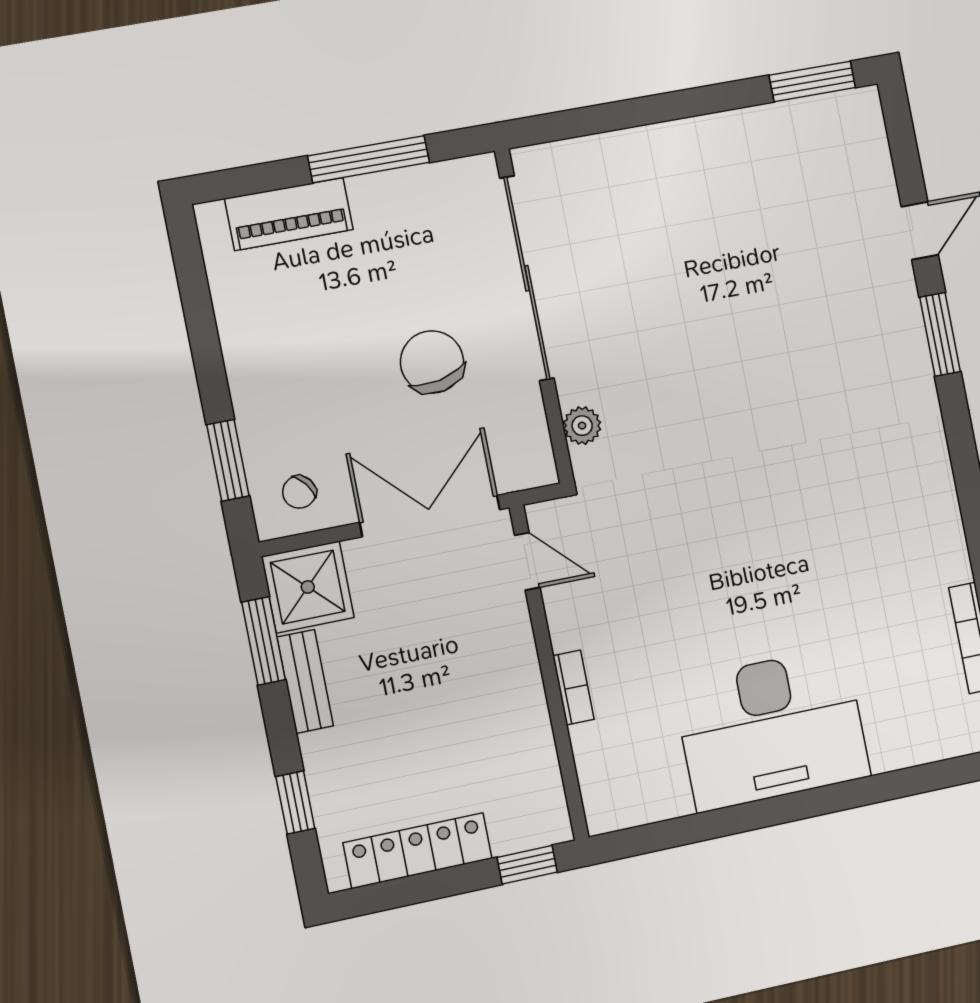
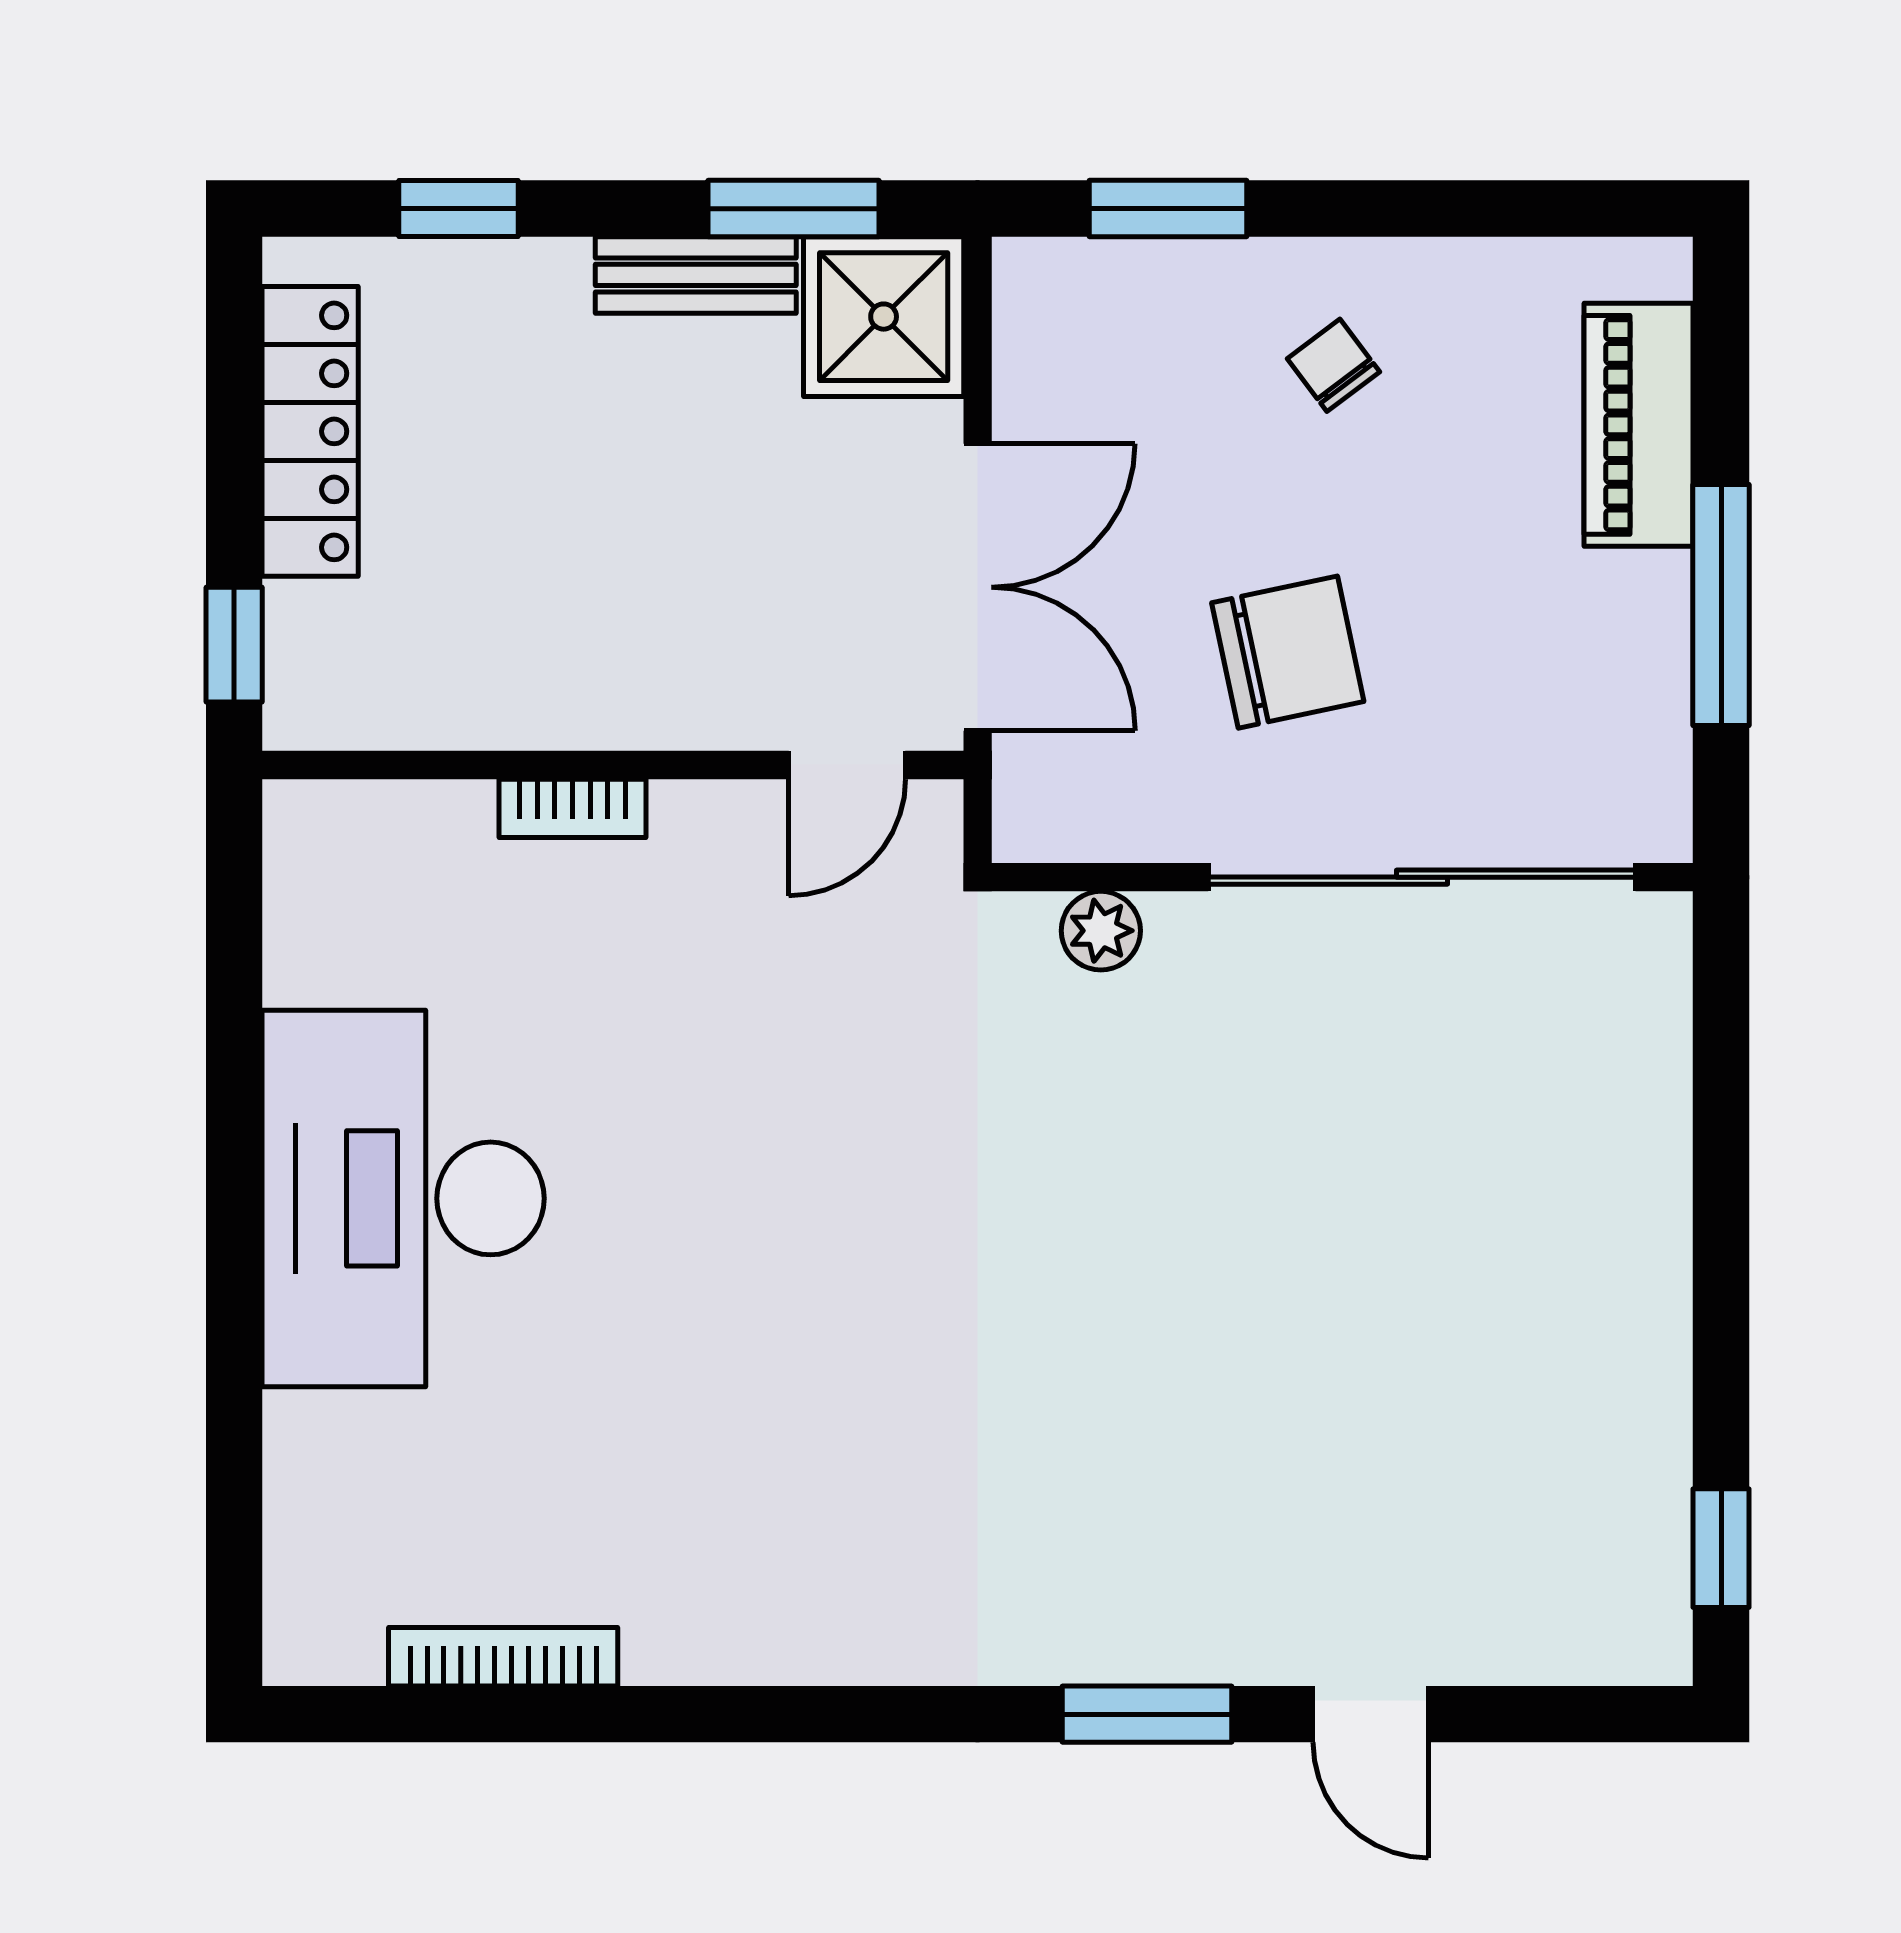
window: (812, 81) -> (1721, 1548), width x0.67
chair: (299, 492) -> (1333, 365), moved

